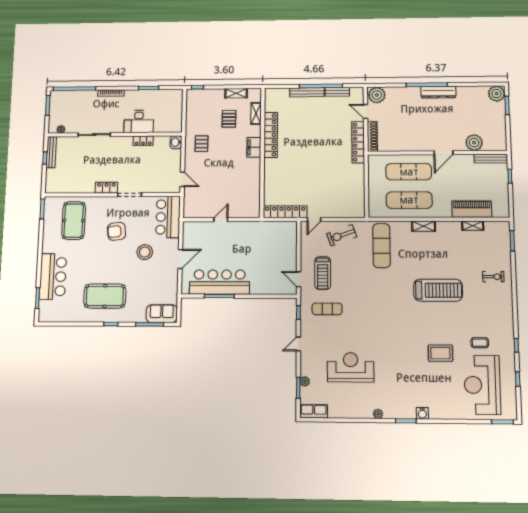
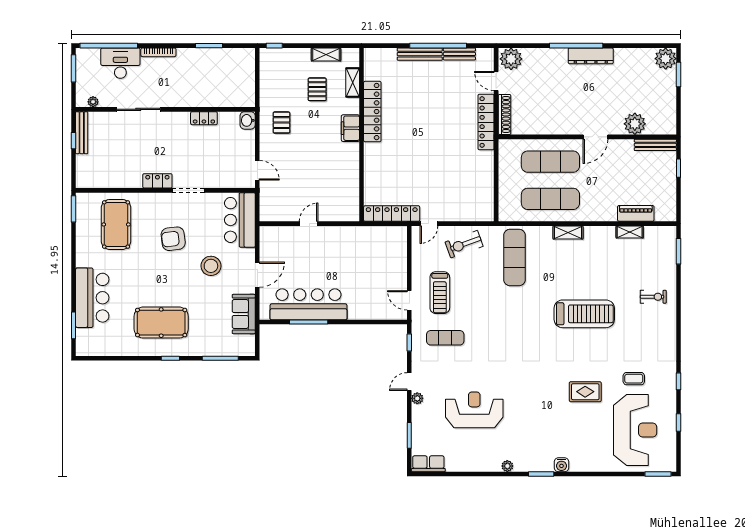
desk: (139, 122) -> (120, 63), moved, turned 180
piano: (472, 209) -> (636, 213), width x0.73, depth x0.75
sofa: (162, 314) -> (244, 314), moved, turned -90
plant: (305, 381) -> (417, 398), moved
reception desk: (482, 385) -> (635, 430), turned 180

